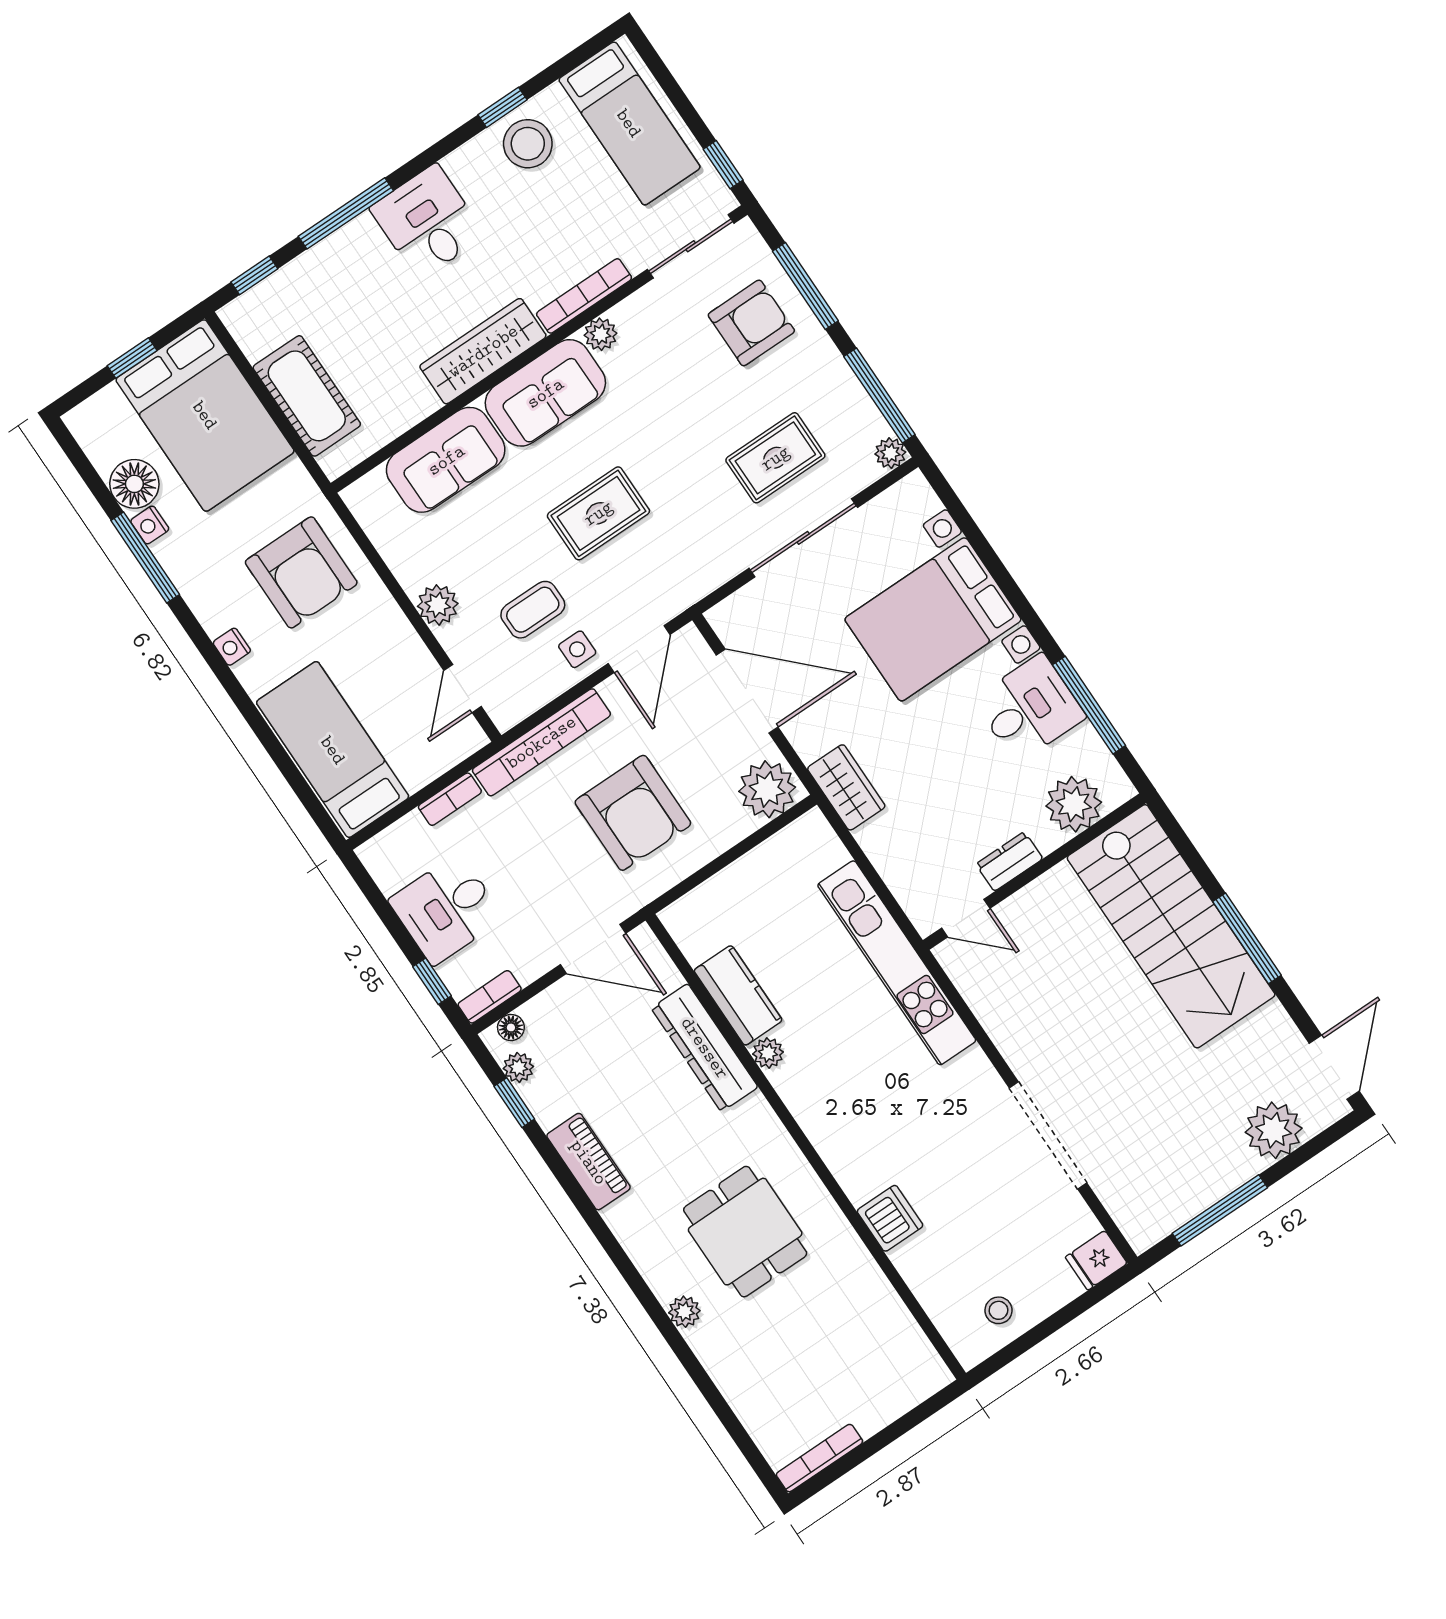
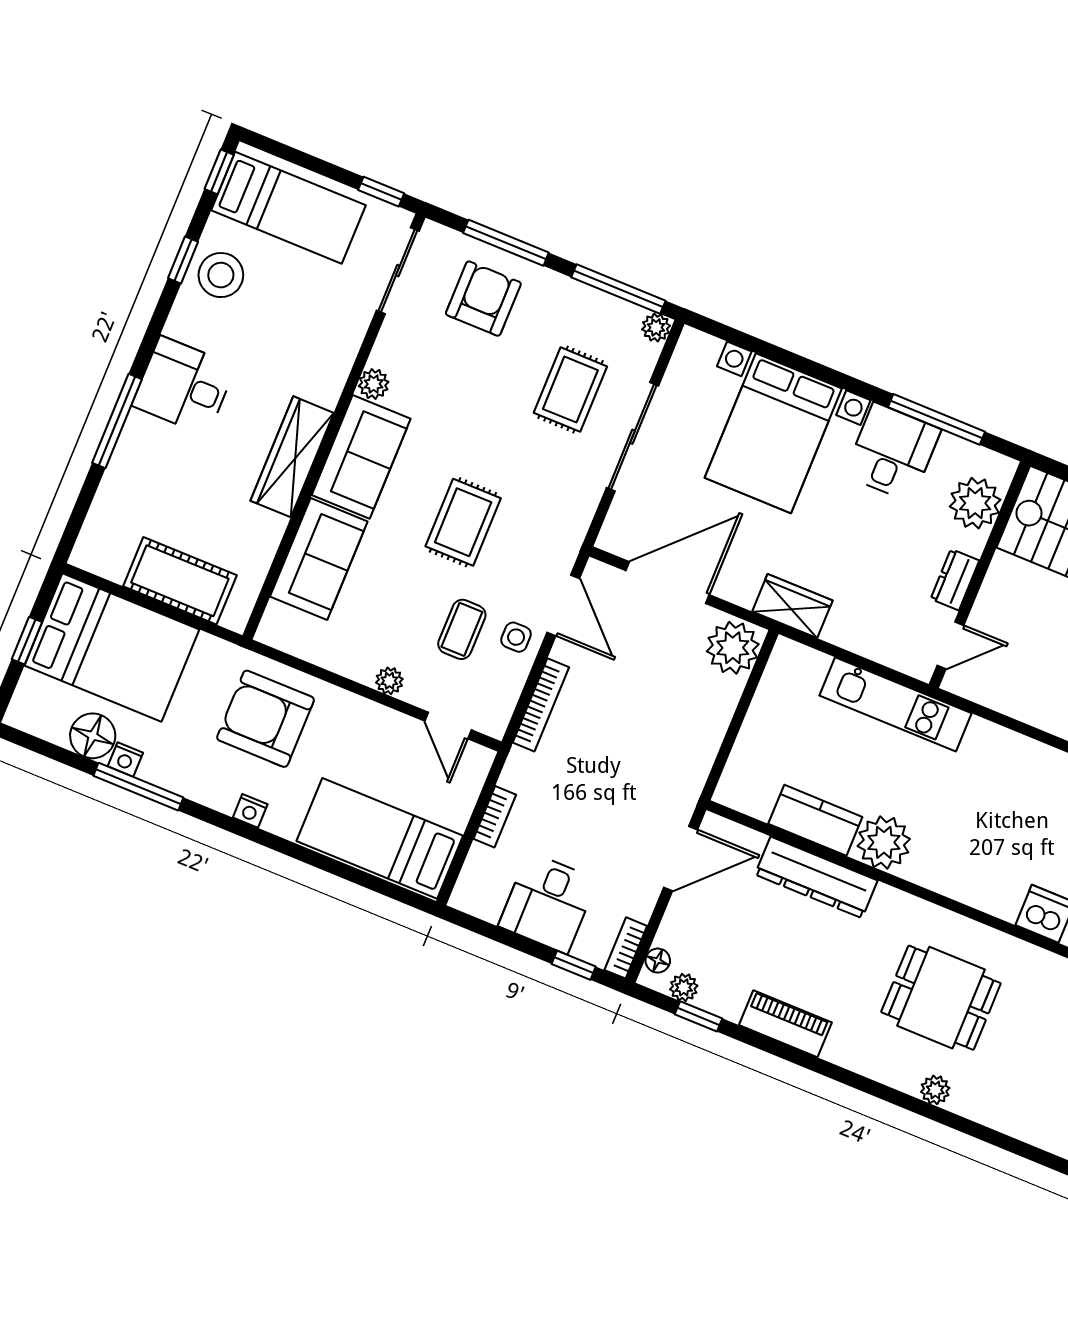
window: (254, 275) -> (219, 172), moved
bookcase: (584, 296) -> (341, 363), removed
armchair: (301, 572) -> (266, 719), turned 180
plant: (438, 605) -> (389, 681), width x0.73, depth x0.73
bookcase: (541, 742) -> (541, 705), width x0.68, depth x0.76
armchair: (633, 813) -> (642, 734), removed
kitchen unit: (897, 963) -> (895, 704), width x0.73
plant: (768, 1053) -> (884, 842), width x1.88, depth x1.88

